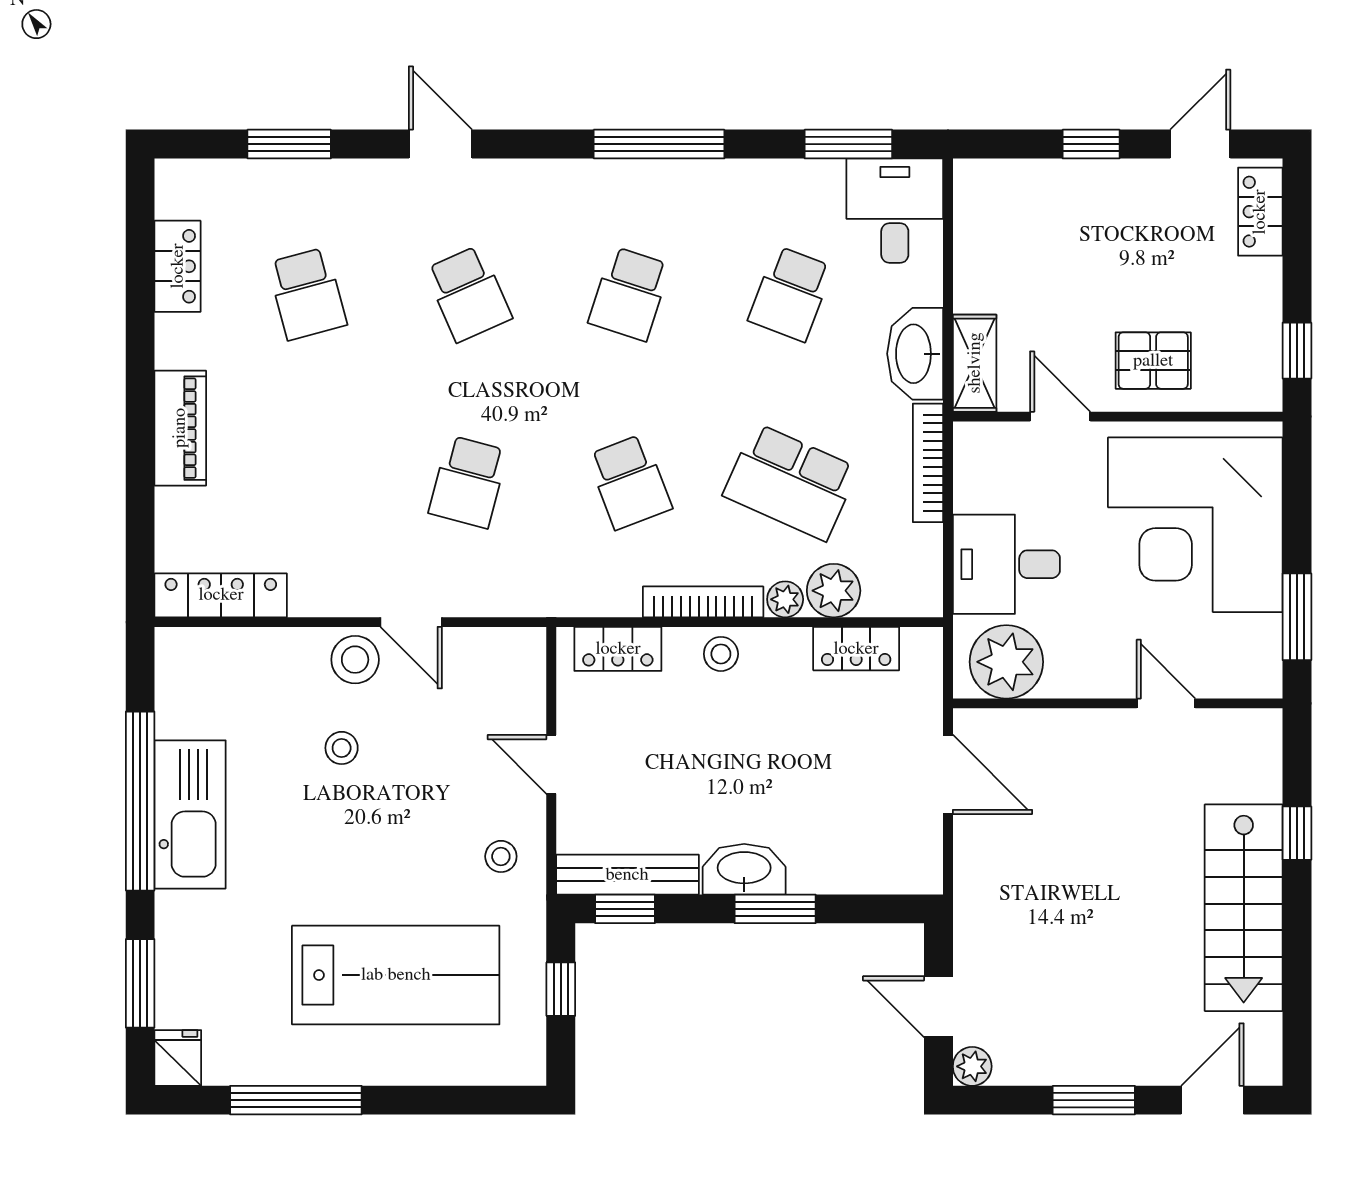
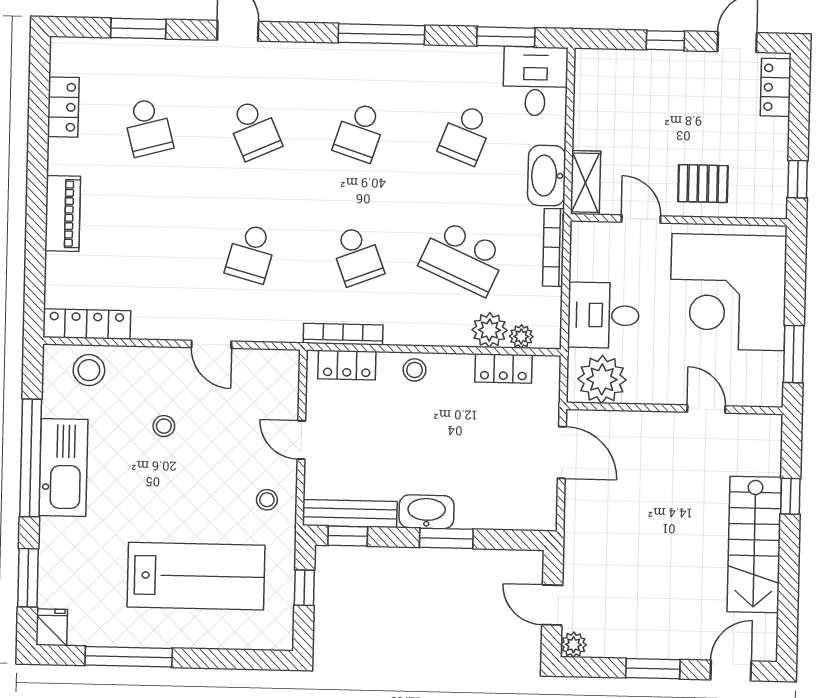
plant: (785, 599) -> (521, 336), moved
bookcase: (703, 602) -> (343, 334), moved
stool: (355, 660) -> (89, 370), moved

